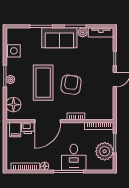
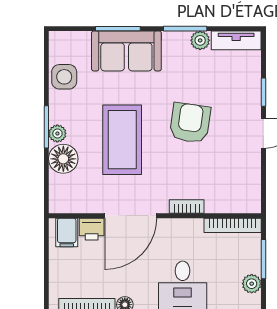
sofa: (59, 38) -> (126, 51), moved
armchair: (71, 85) -> (190, 123), moved
floor lamp: (13, 105) -> (63, 159), moved
plant: (105, 151) -> (252, 284), width x0.53, depth x0.53

